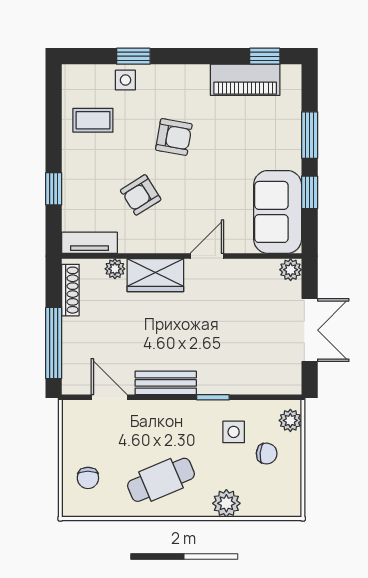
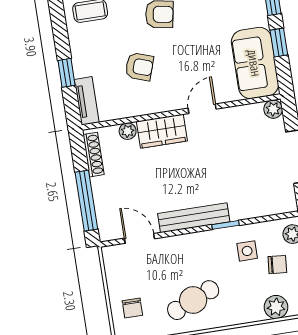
armchair: (141, 195) -> (139, 67), turned -129
tv unit: (90, 243) -> (87, 101), moved, turned 90
bench: (166, 383) -> (194, 218), width x1.36
plant: (226, 503) -> (276, 307), moved

